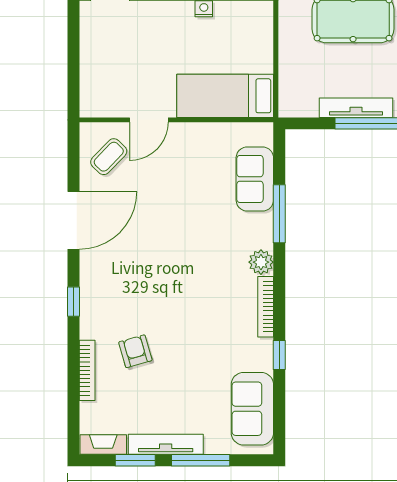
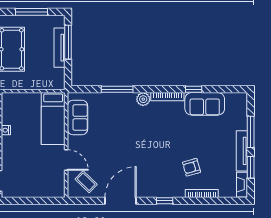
sofa: (255, 179) -> (77, 117), moved, turned -90
door: (73, 220) -> (121, 201), hinge flipped
sofa: (252, 409) -> (205, 104), moved

